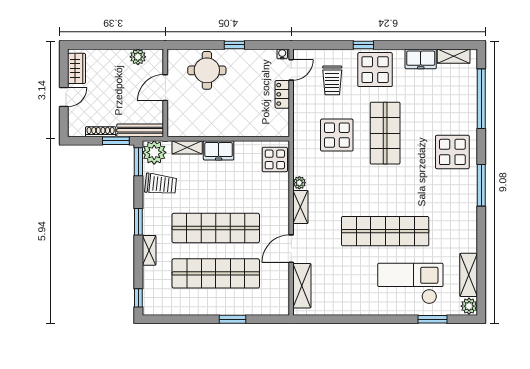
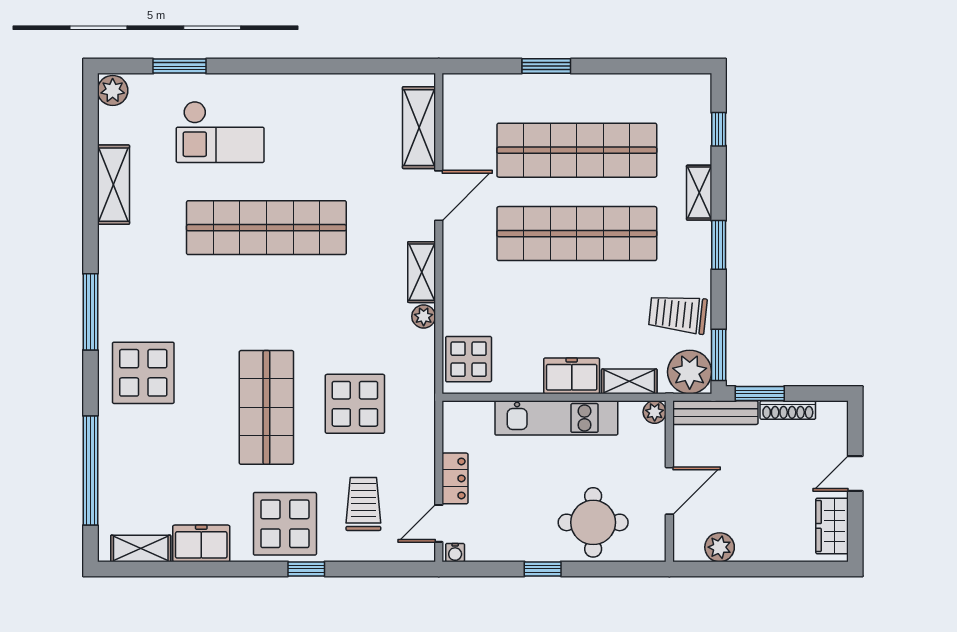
kitchen unit: (227, 127) -> (556, 418), added
plant: (173, 131) -> (655, 412), added
shelving: (469, 275) -> (113, 185), moved
checkout: (410, 283) -> (220, 132), width x0.73, depth x0.83
window: (138, 298) -> (719, 129), moved

